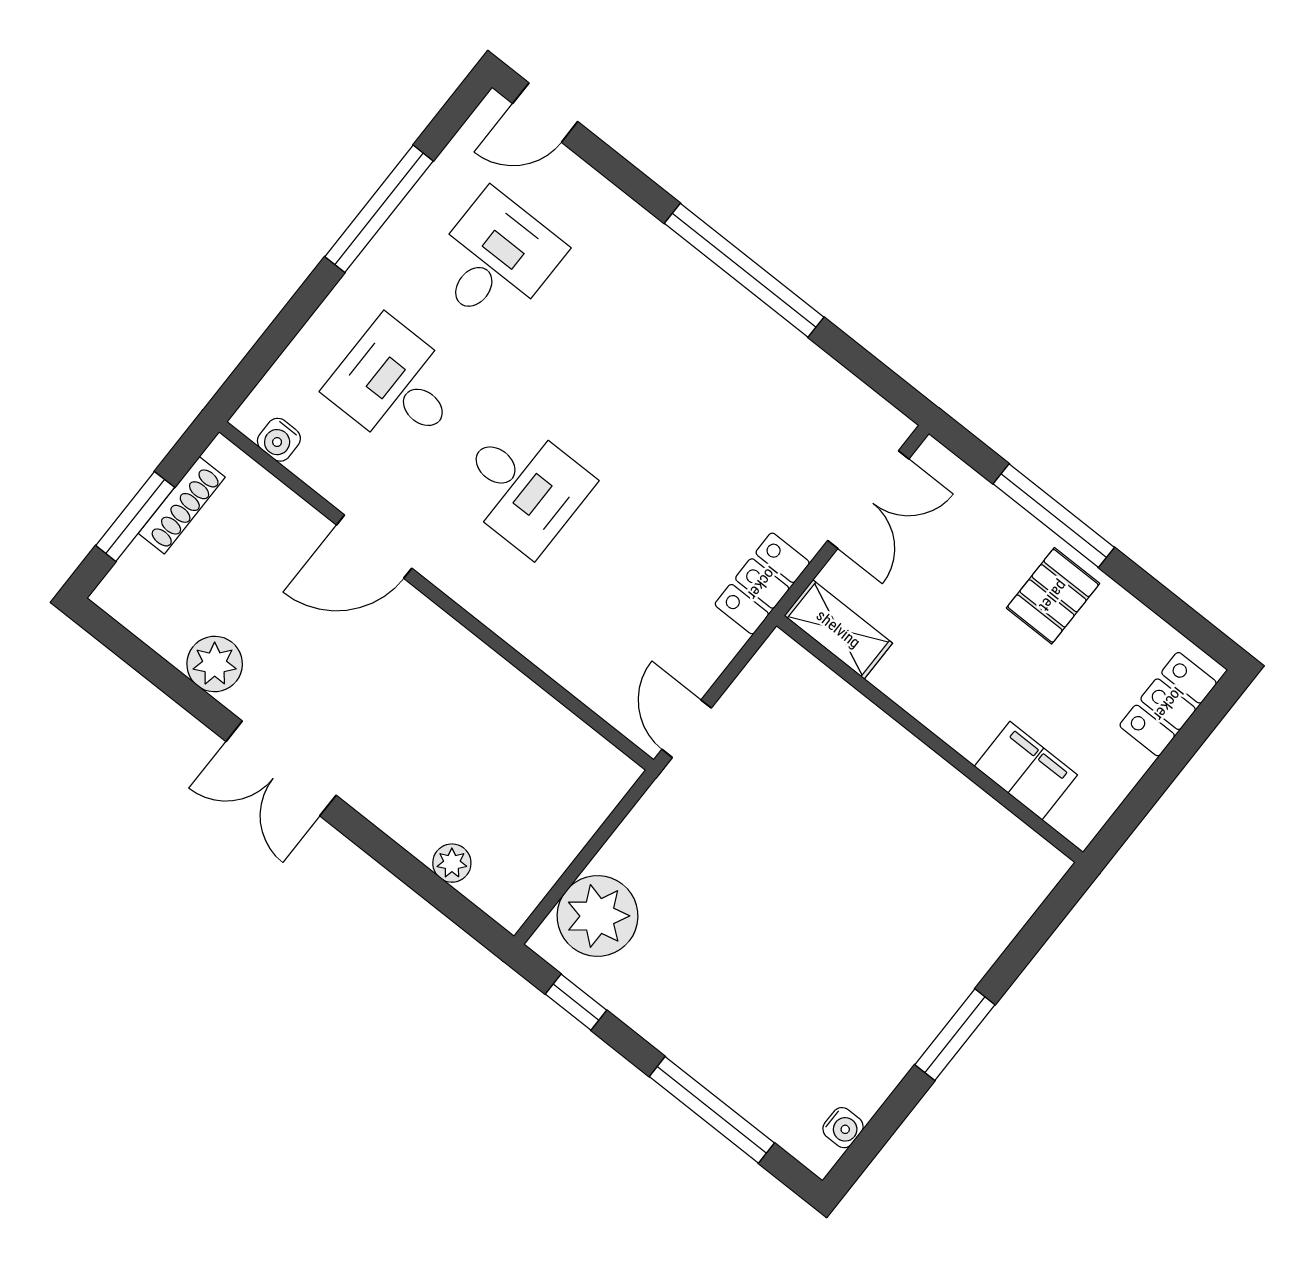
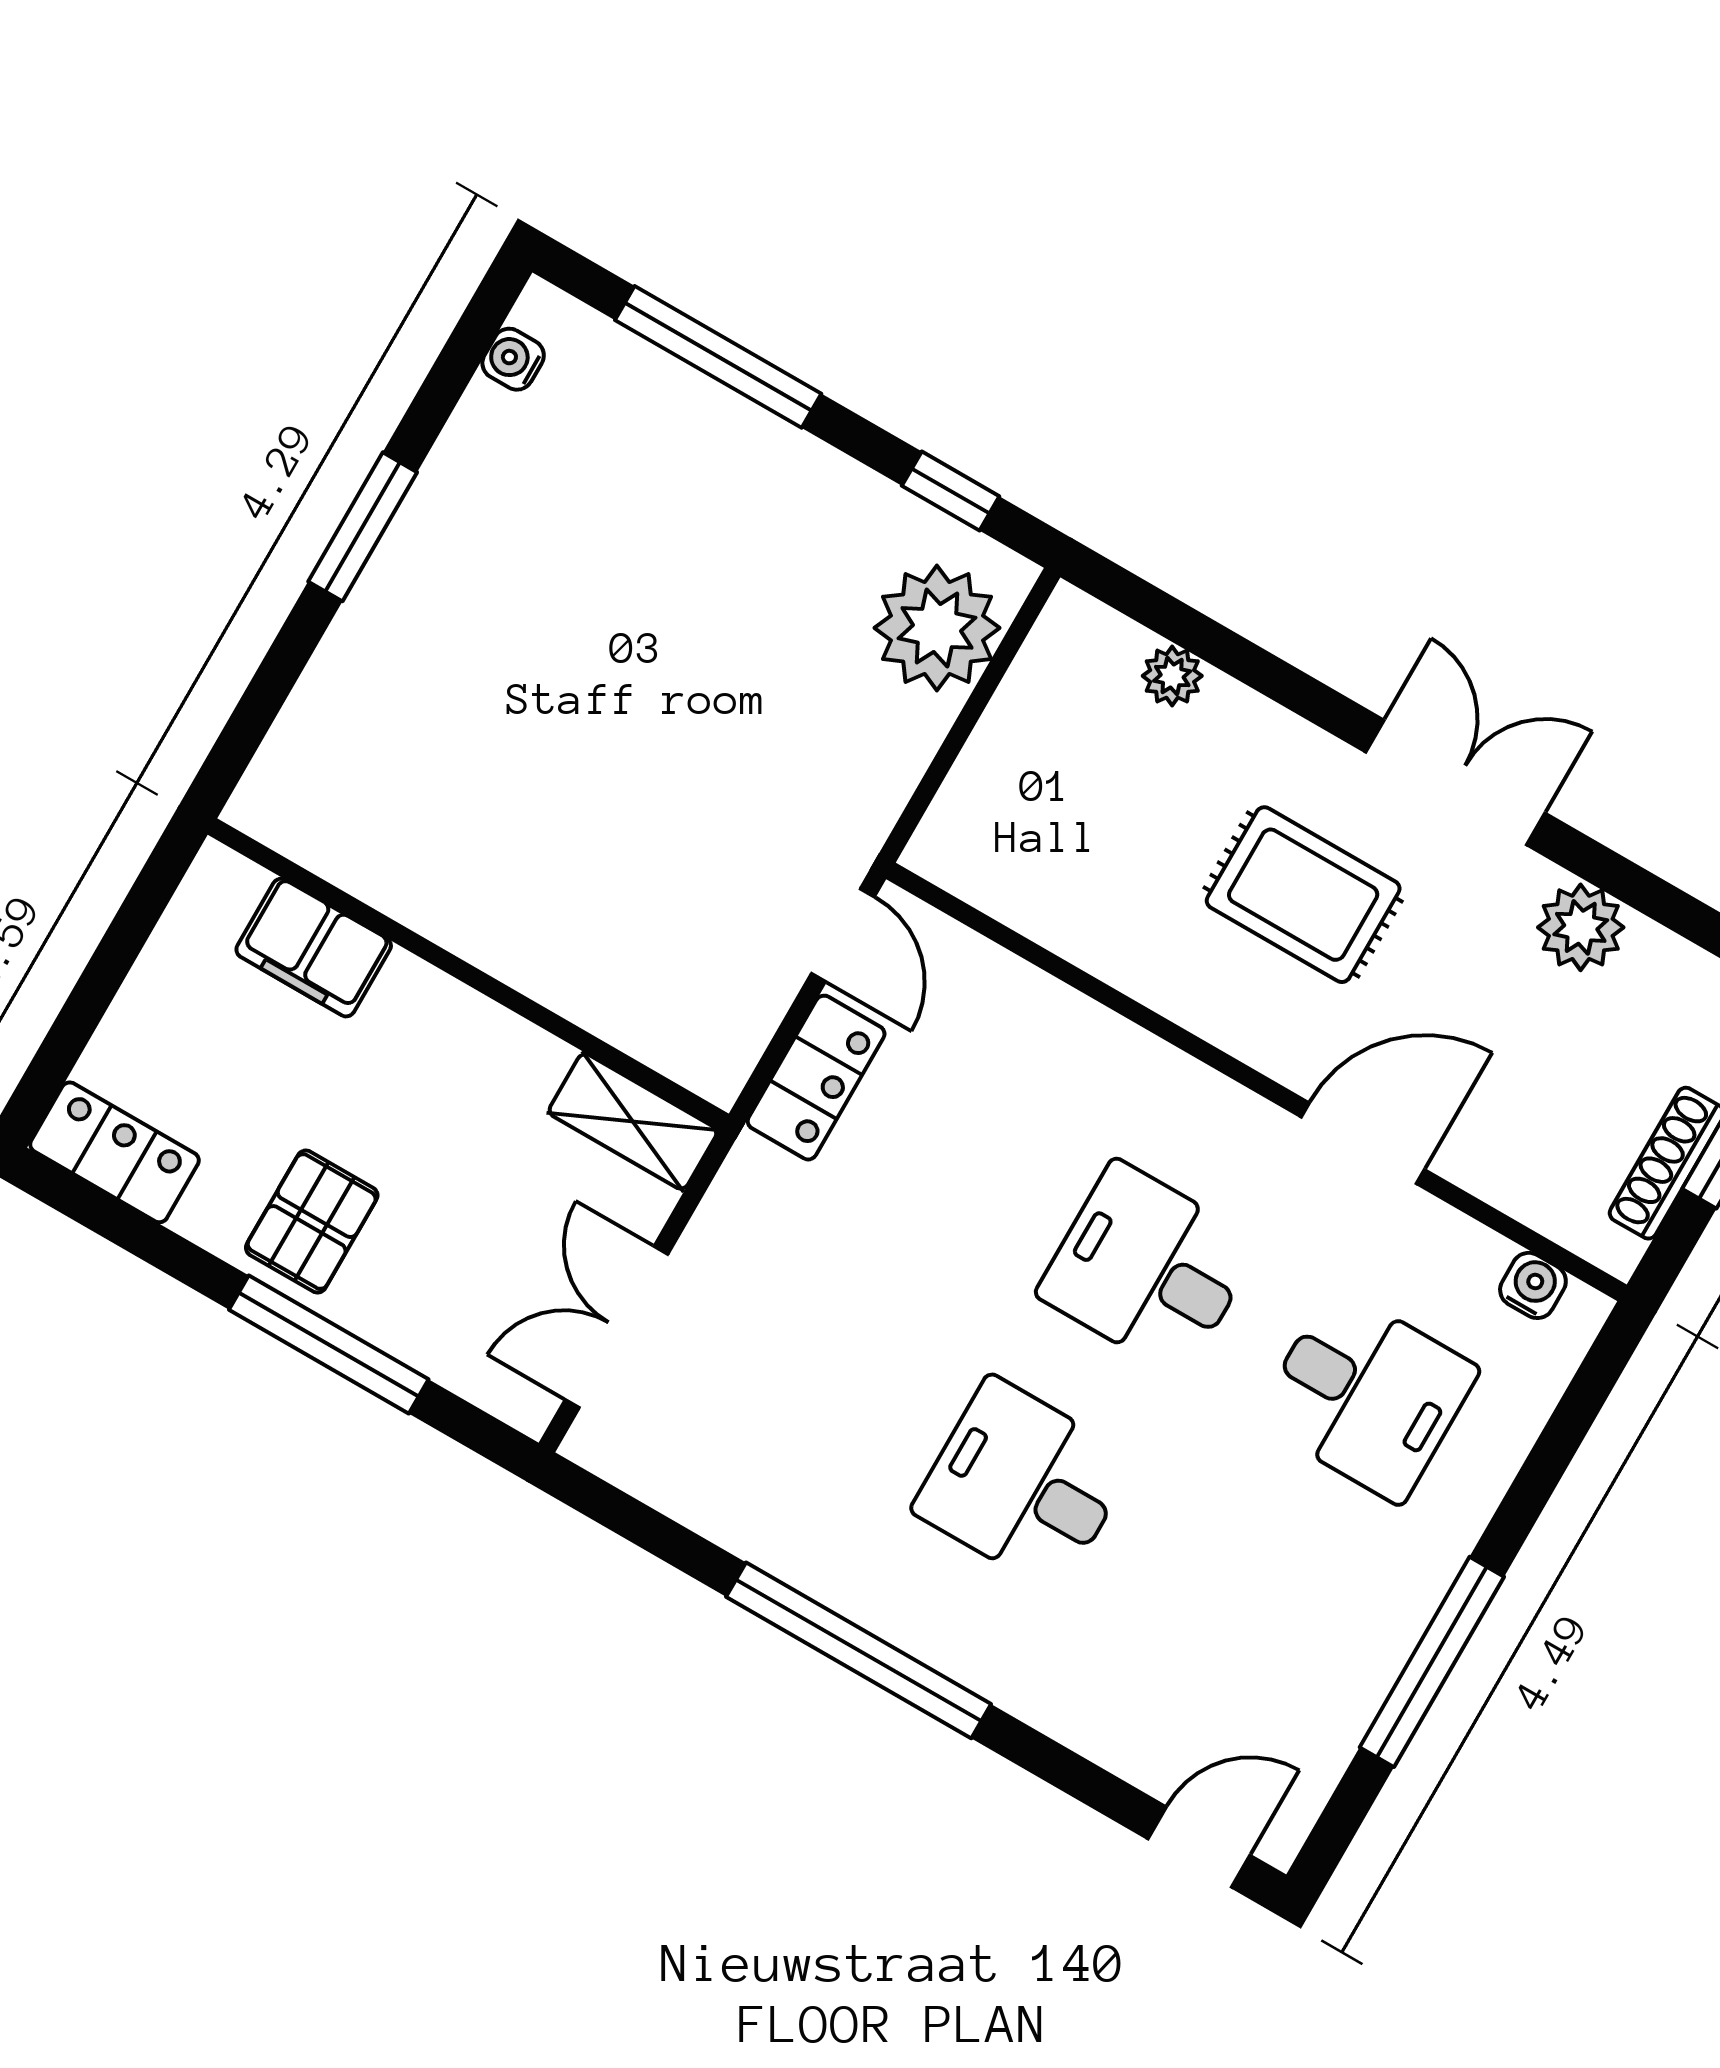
desk: (495, 260) -> (1024, 1485), moved, turned 90
locker: (762, 583) -> (816, 1078), moved
locker: (1168, 704) -> (115, 1152), moved, turned -90
rug: (389, 711) -> (1303, 895), added

